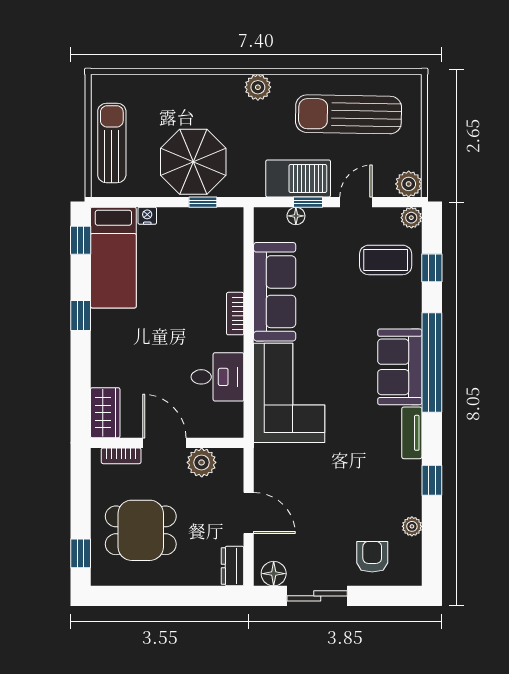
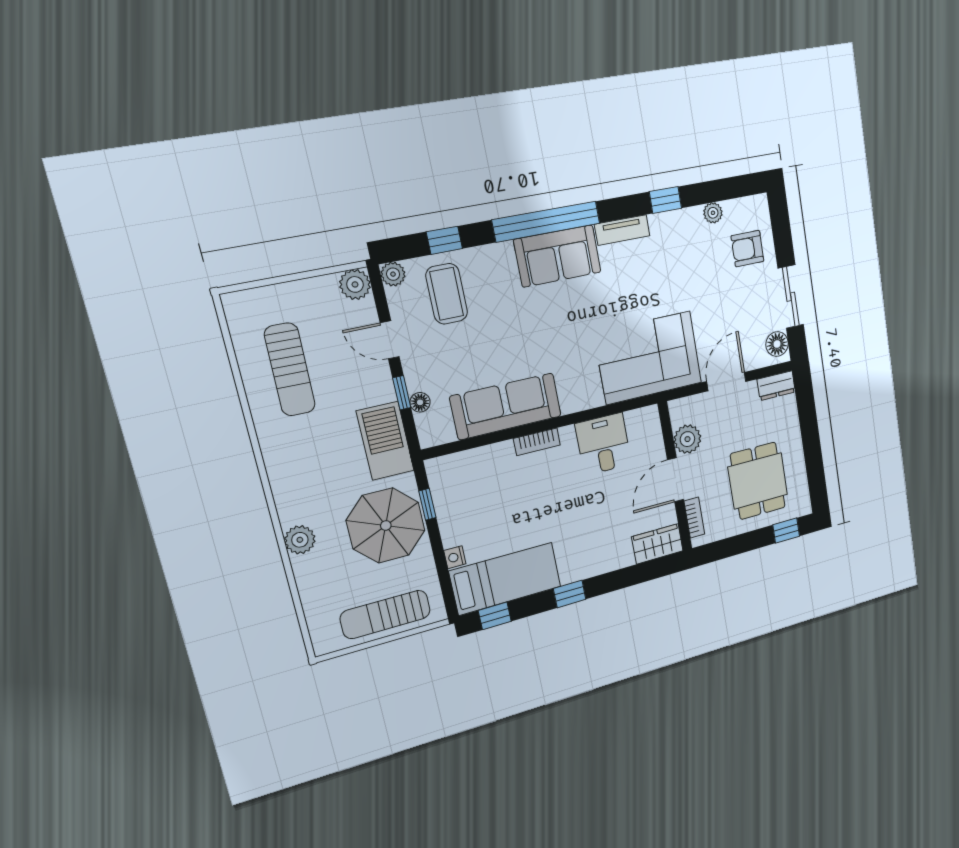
plant: (258, 87) -> (300, 540), moved
sun lounger: (348, 114) -> (290, 370), width x0.73, depth x0.75
barbecue: (298, 178) -> (385, 441), moved
corner sofa: (289, 393) -> (648, 358), moved

